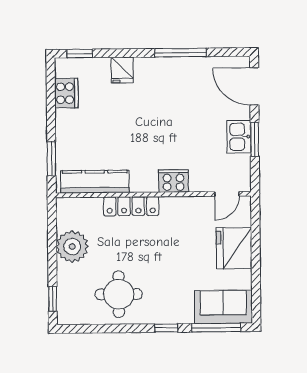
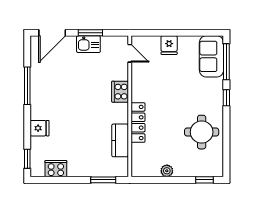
kitchen counter: (95, 182) -> (120, 140), width x0.67
plant: (72, 247) -> (167, 171), width x0.53, depth x0.53
fridge: (234, 248) -> (169, 45), width x0.53, depth x0.75

